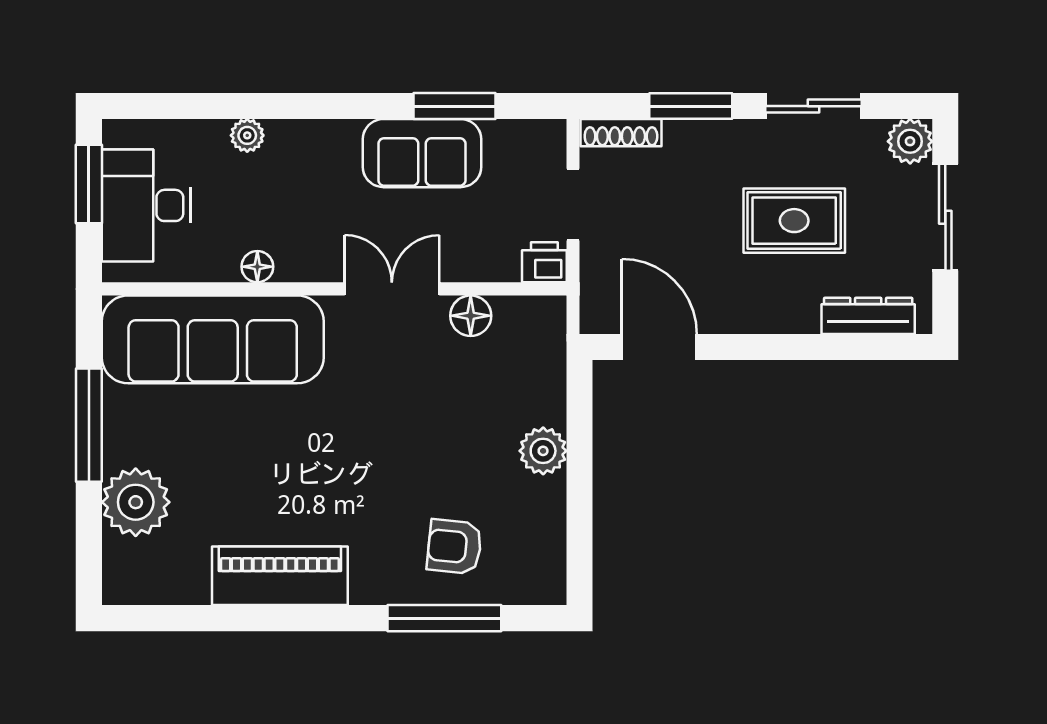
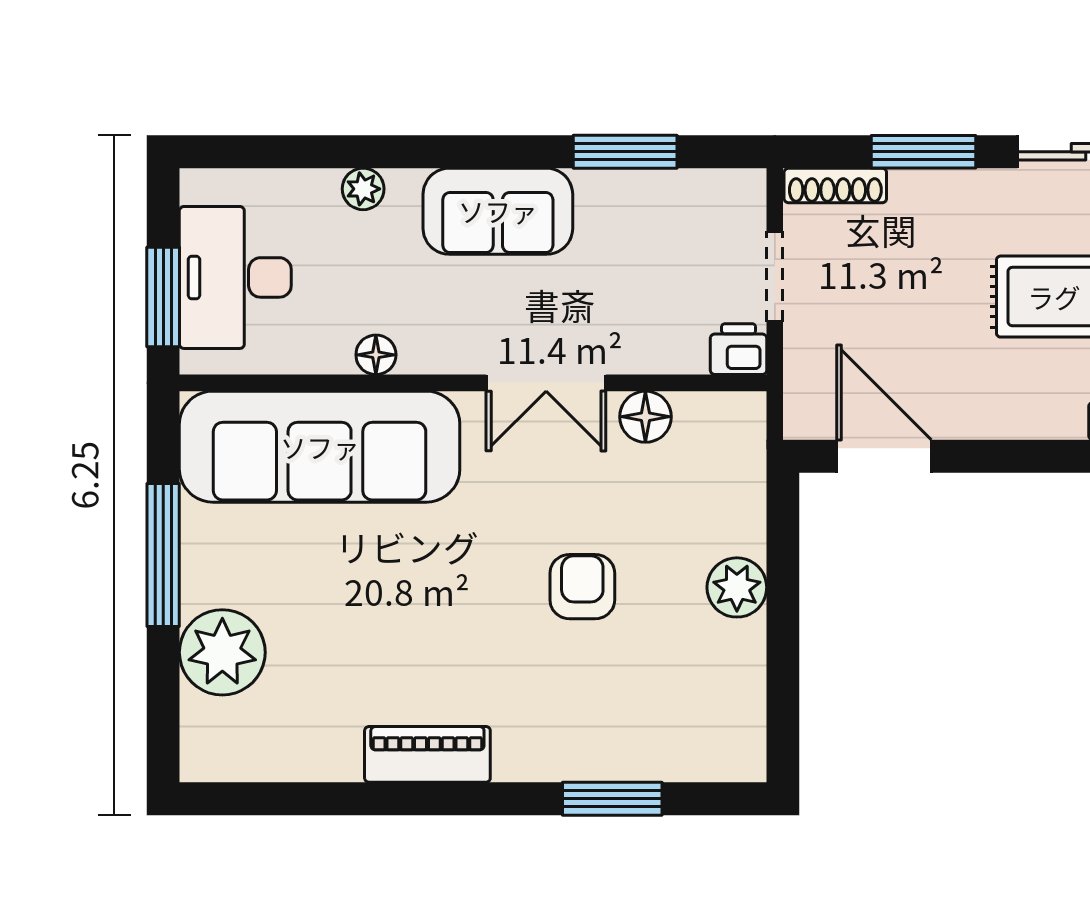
sofa: (422, 153) -> (498, 211), moved
window: (89, 184) -> (163, 297), moved
double door: (392, 289) -> (546, 383), swing flipped
armchair: (454, 547) -> (582, 587), moved, turned 84
piano: (280, 576) -> (427, 754), width x0.73, depth x0.75
window: (444, 618) -> (612, 799), width x0.69

